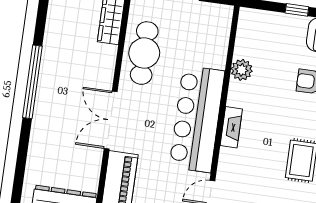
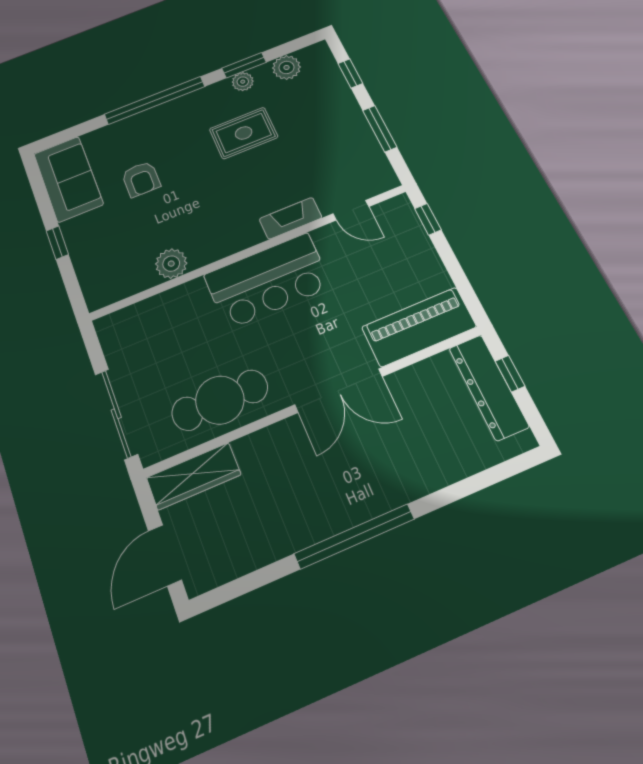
bar counter: (197, 119) -> (268, 281), width x0.73
fireplace: (231, 127) -> (291, 218), moved

